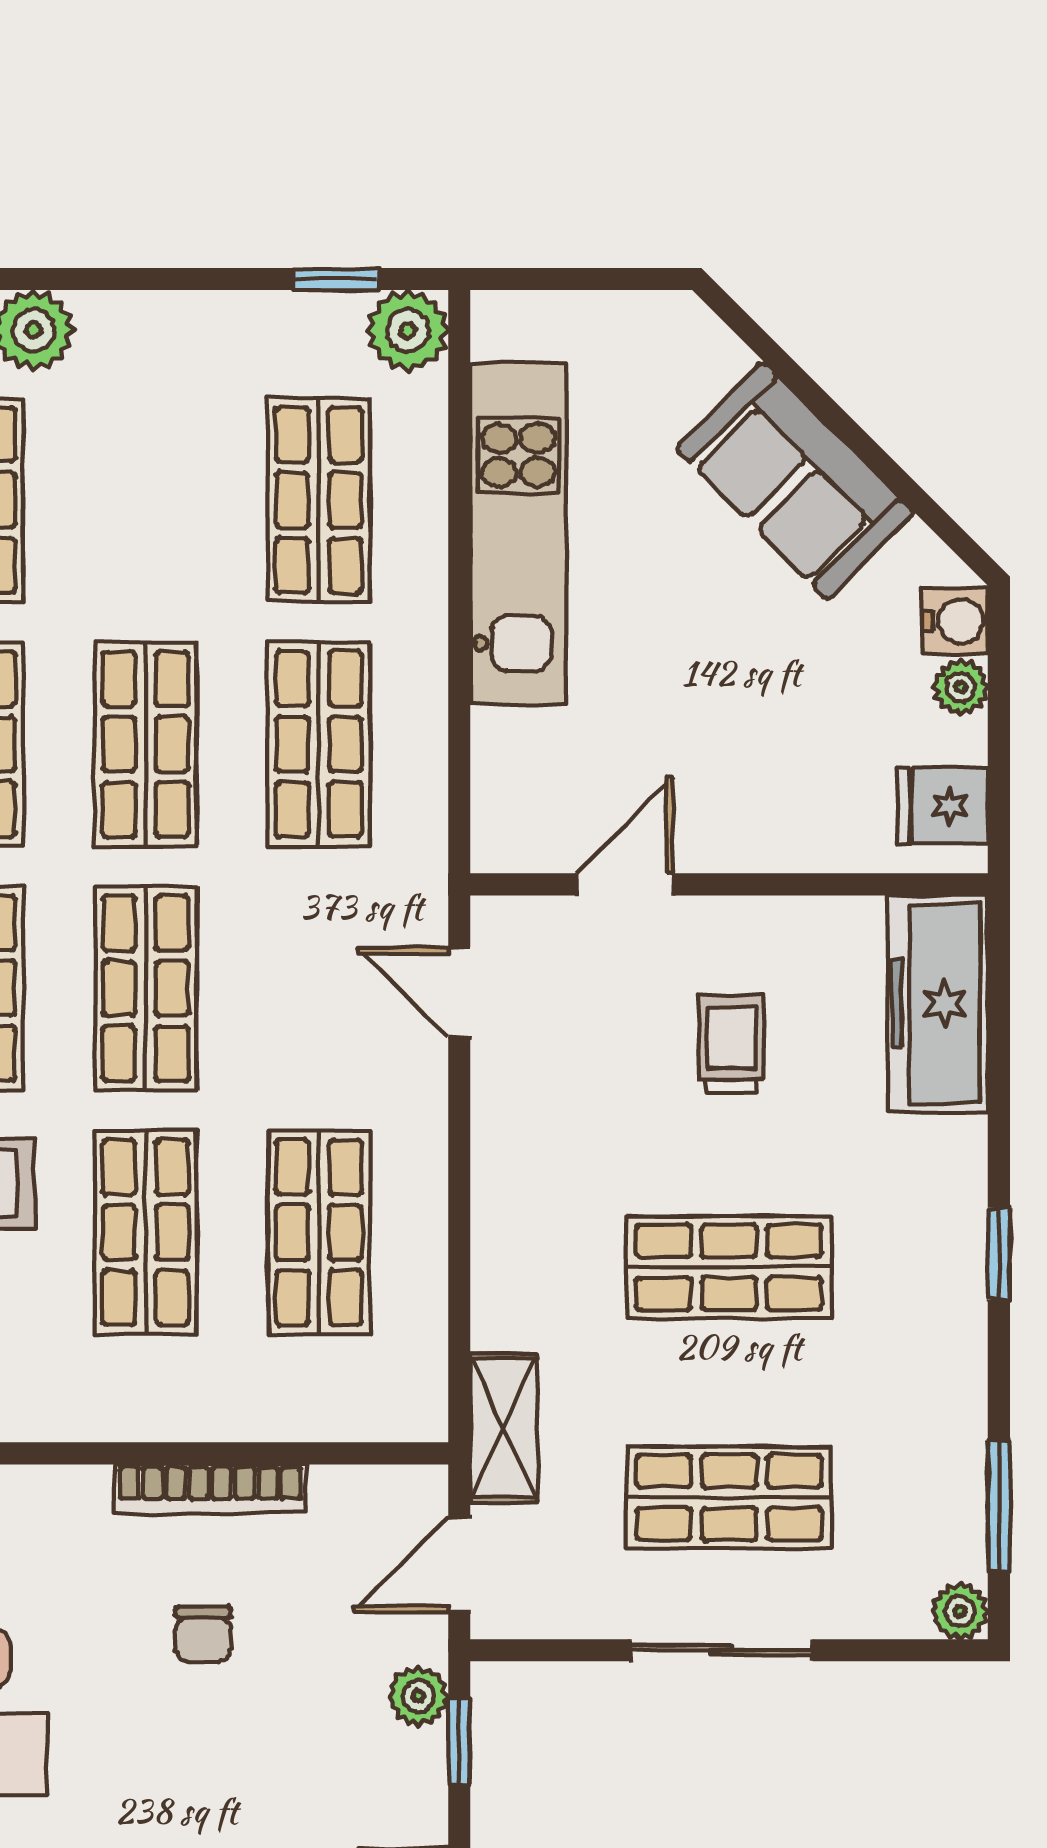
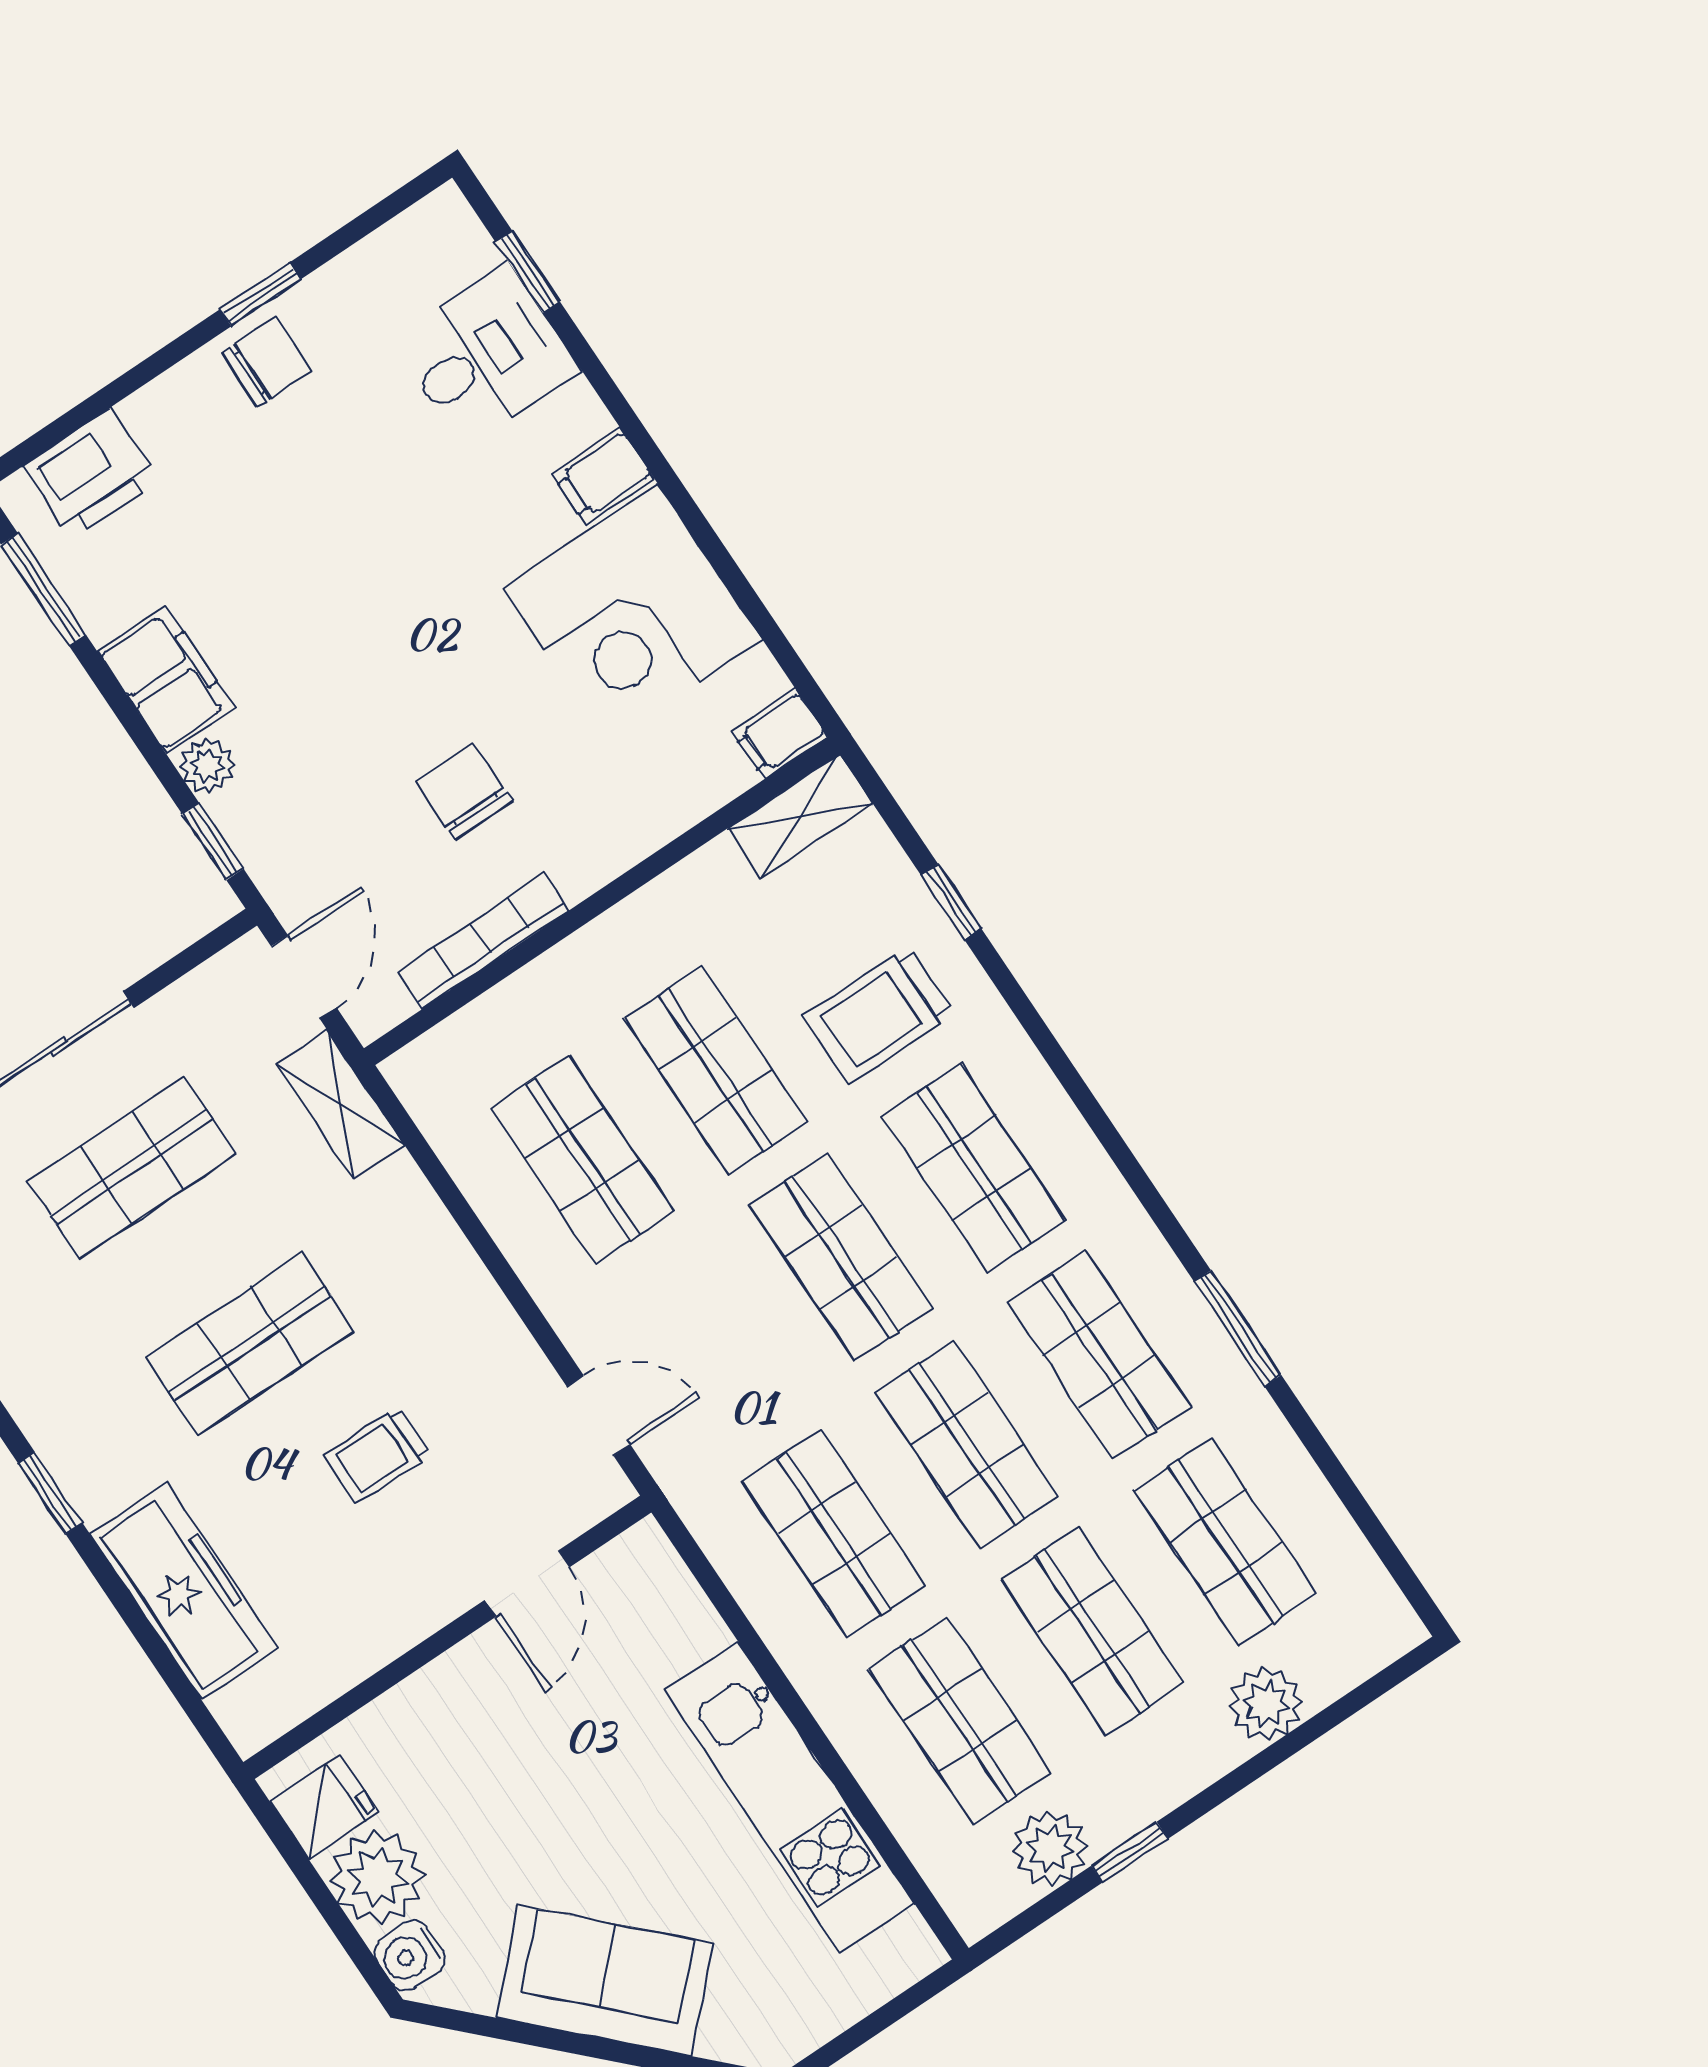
window: (336, 279) -> (1130, 1852), moved
plant: (408, 331) -> (1050, 1848), moved
shop shelf: (146, 500) -> (1092, 1631), added
plant: (961, 687) -> (377, 1877), width x1.87, depth x1.87
freezer: (938, 1004) -> (184, 1591), moved
trolley: (731, 1044) -> (377, 1455), moved, turned 90
bookcase: (210, 1489) -> (483, 941), moved
chair: (203, 1634) -> (464, 792), width x1.37, depth x1.37
plant: (418, 1696) -> (207, 766), moved

